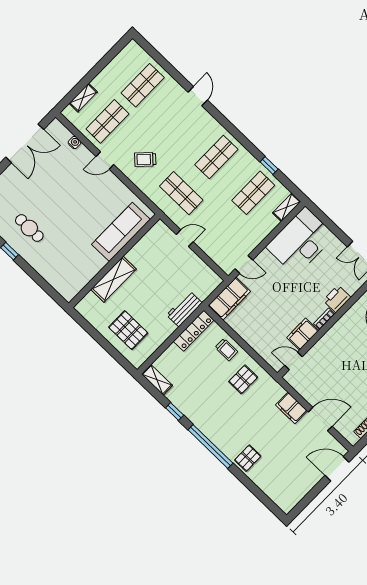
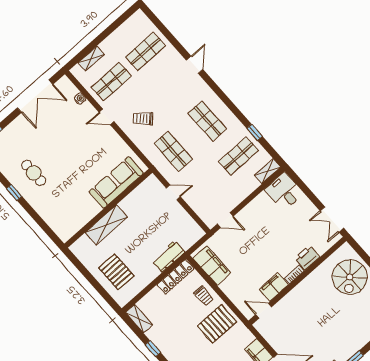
shop shelf: (216, 157) -> (207, 121), turned 90
desk: (300, 241) -> (284, 192), width x0.53, depth x0.77
filing cabinet: (229, 299) -> (212, 266), moved, turned -90
pallet: (243, 379) -> (217, 324), width x1.50, depth x1.42

